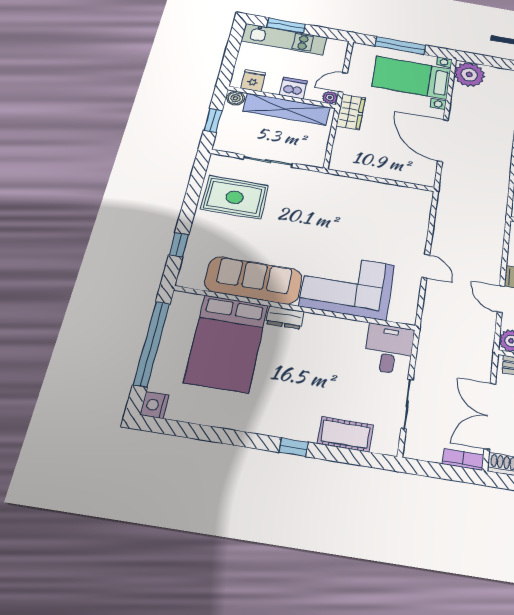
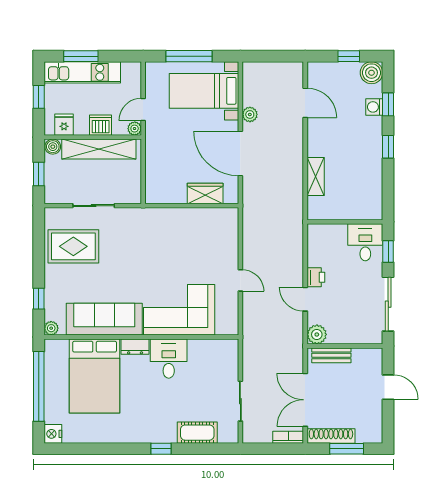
window: (232, 52) -> (39, 97), added
plant: (469, 75) -> (250, 114), moved, width x0.53, depth x0.53
wardrobe: (351, 112) -> (205, 193), moved, turned -90
plant: (185, 279) -> (51, 328), added
desk: (389, 349) -> (169, 359), moved

